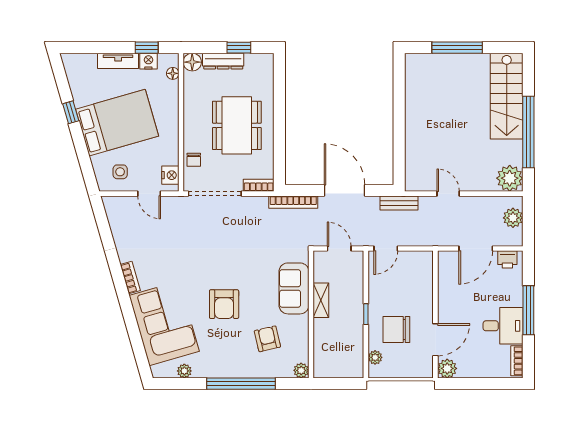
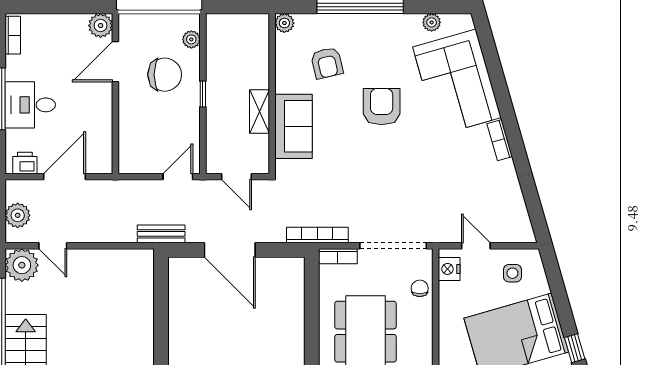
door: (448, 194) -> (53, 246), moved
bookcase: (293, 202) -> (317, 235), moved
desk: (503, 326) -> (30, 105), moved

